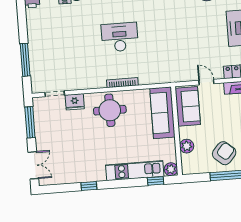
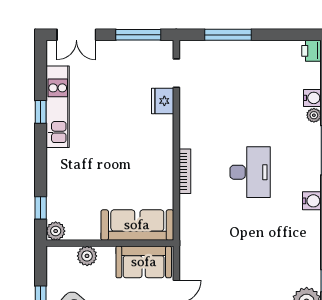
round table: (110, 110) -> (147, 150), removed
kitchen unit: (135, 171) -> (58, 107), moved

